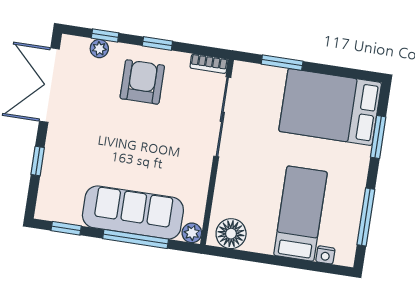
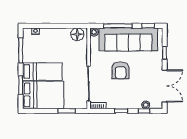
armchair: (142, 82) -> (121, 70), moved
sofa: (133, 212) -> (128, 39), width x1.36, depth x1.27
bed: (300, 214) -> (42, 72), moved, turned -90

